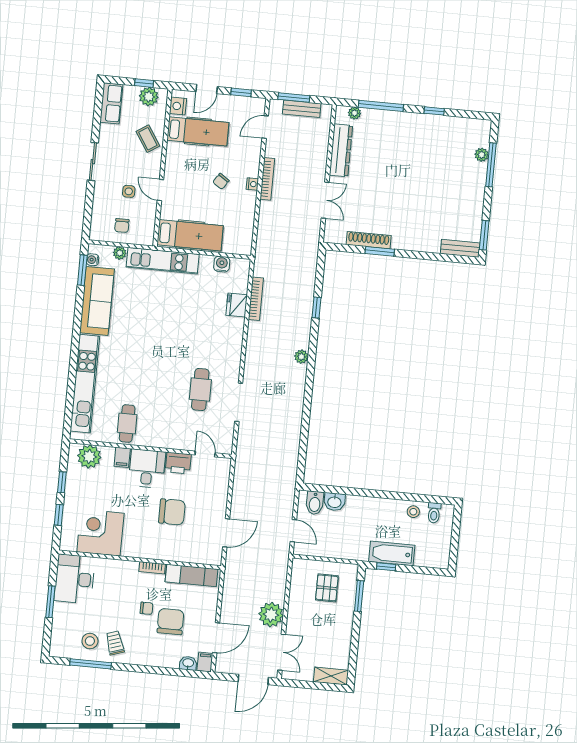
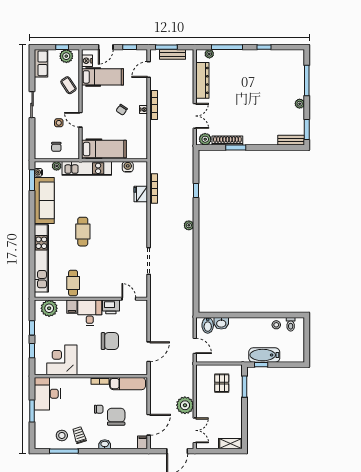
plant: (482, 155) -> (300, 104), moved
plant: (337, 235) -> (205, 139), added
cafe table: (200, 390) -> (83, 232), moved
washbasin: (188, 663) -> (105, 444), moved

